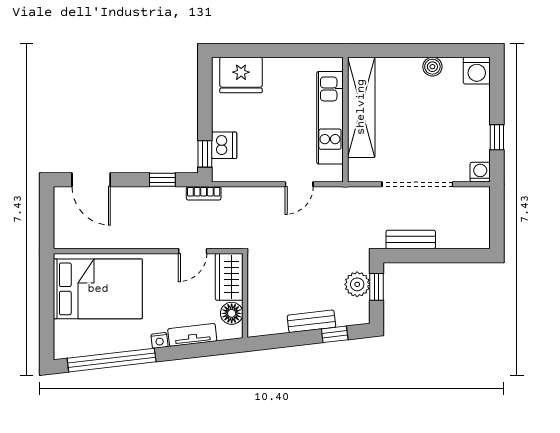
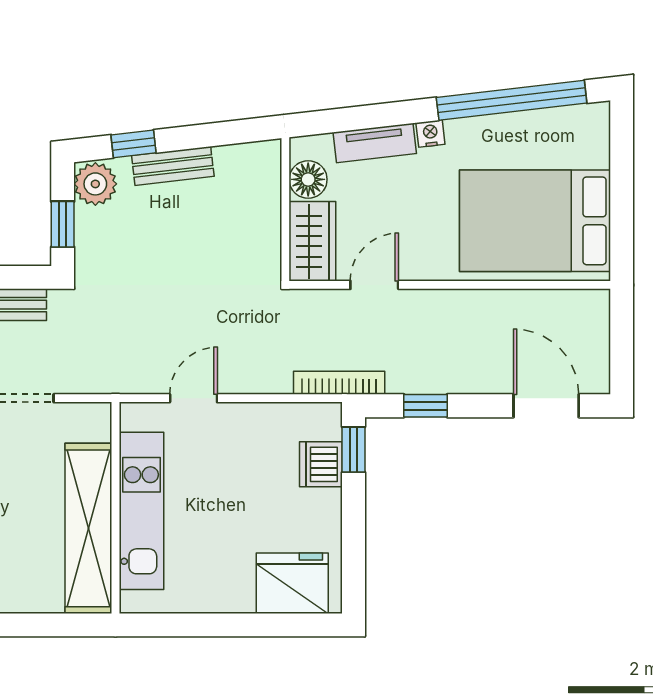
bookcase: (204, 193) -> (339, 383), width x1.56
plant: (357, 284) -> (95, 184), moved

